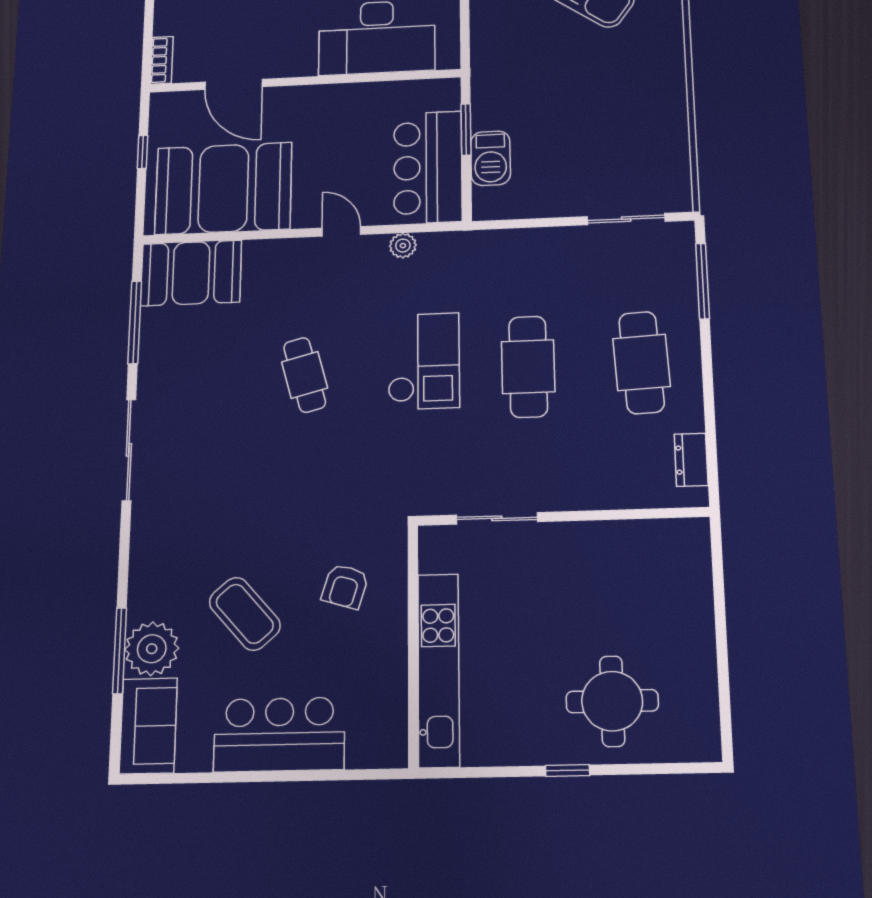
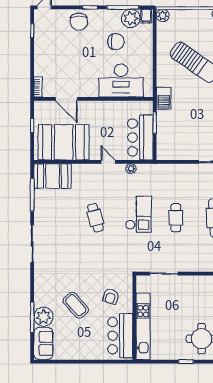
barbecue: (491, 158) -> (164, 98), moved
cafe table: (528, 367) -> (176, 218), width x0.73, depth x0.74
bar counter: (279, 734) -> (120, 336), moved, turned -90

